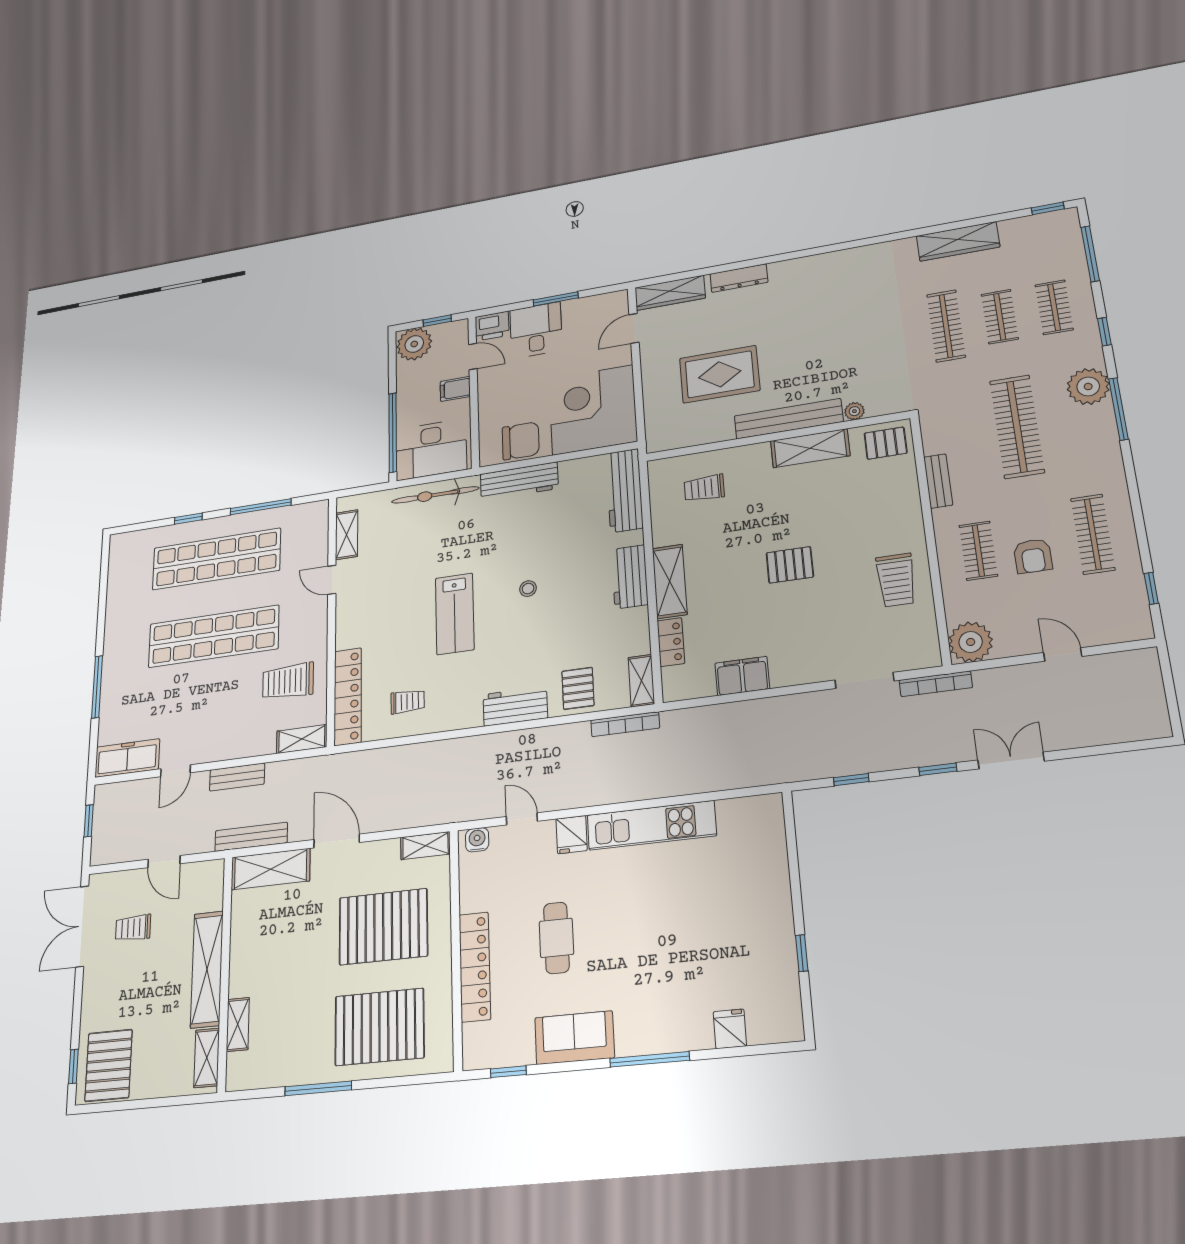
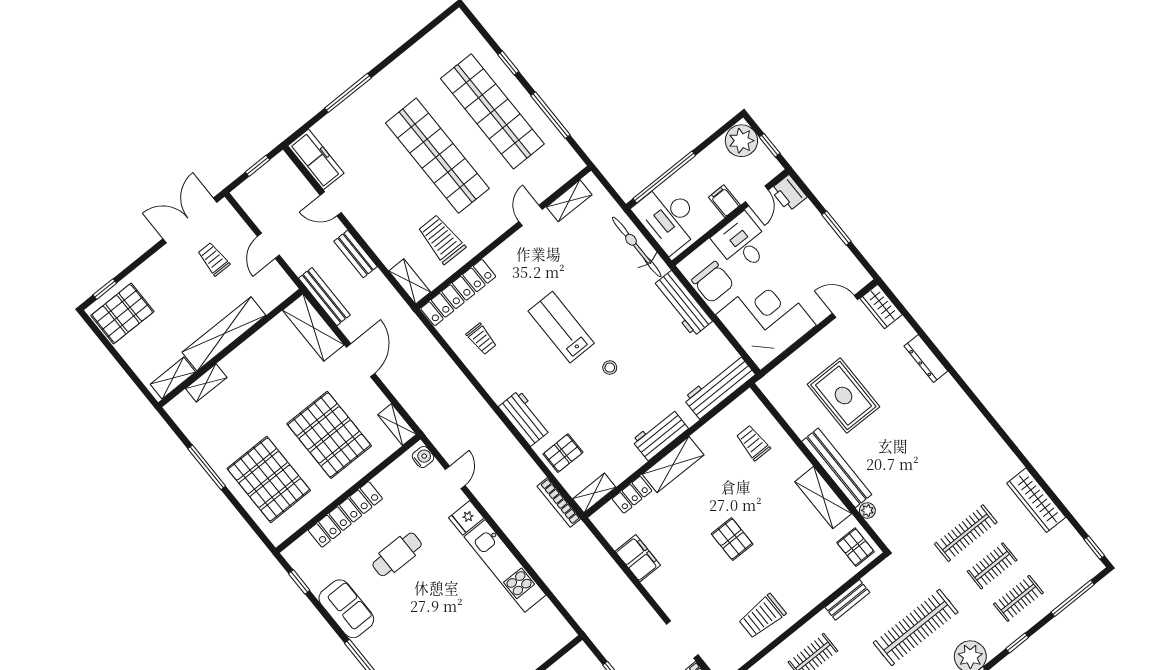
wardrobe: (670, 293) -> (881, 307), width x0.67
desk: (536, 330) -> (742, 243), moved, turned -90
lab bench: (455, 614) -> (561, 327), turned 90

